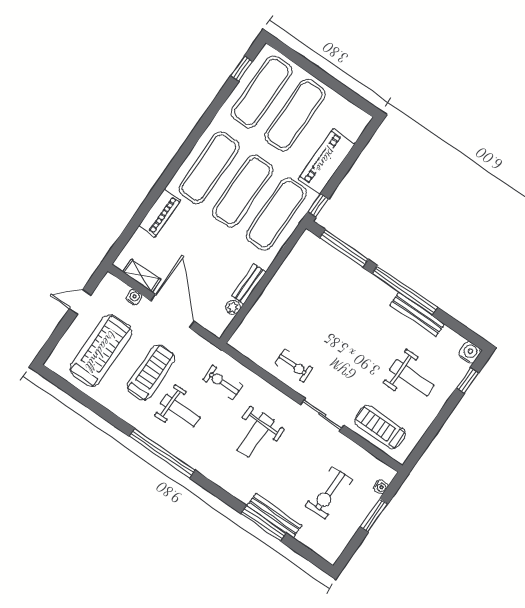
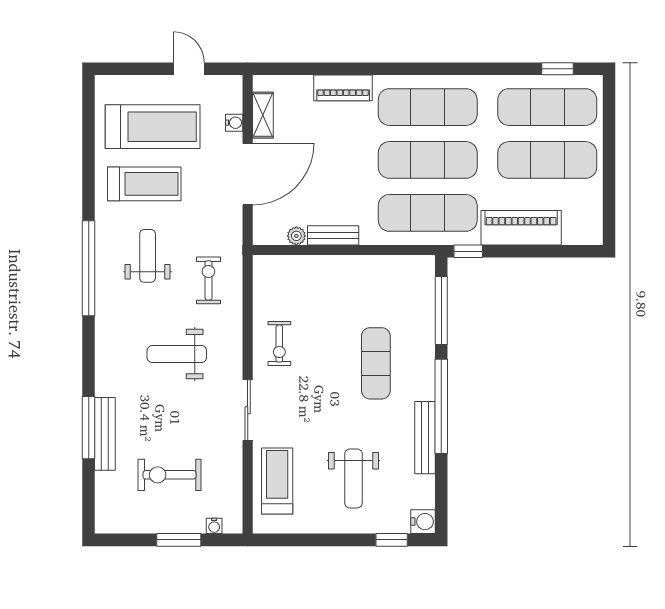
exercise mat: (349, 313) -> (376, 363), added
treadmill: (151, 372) -> (144, 184), moved
weight bench: (180, 411) -> (148, 256), turned 180

